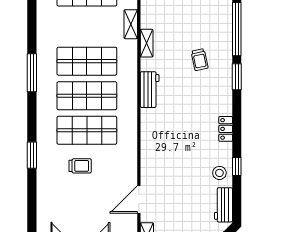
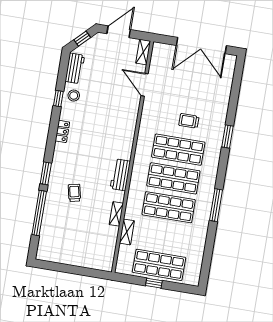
door: (139, 199) -> (145, 85), swing flipped

